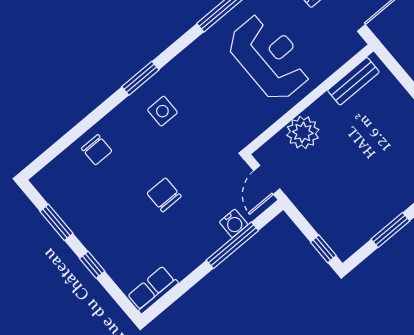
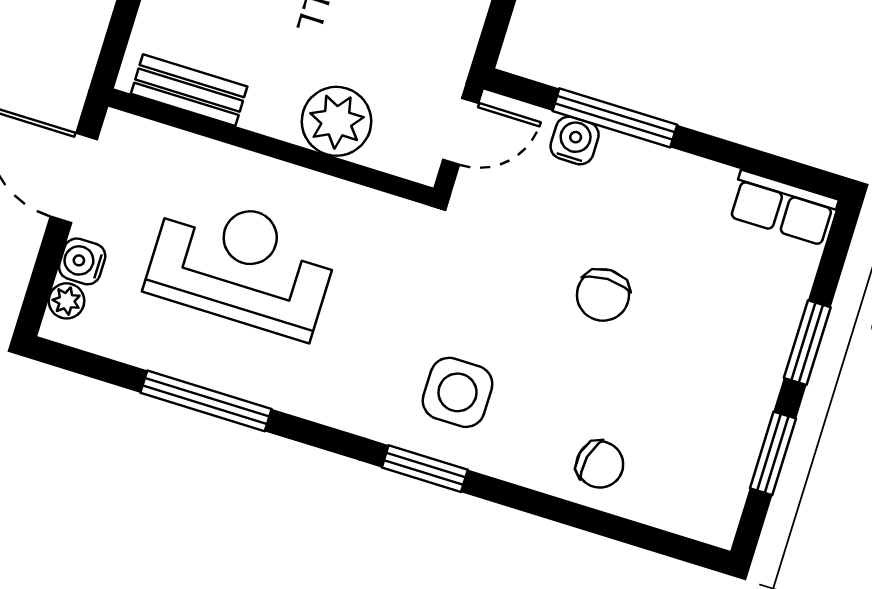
reception desk: (269, 57) -> (242, 265), turned 90
side table: (162, 111) -> (458, 392), width x1.37, depth x1.37
chair: (97, 150) -> (600, 464), turned 103
window: (92, 265) -> (807, 343), width x1.50

